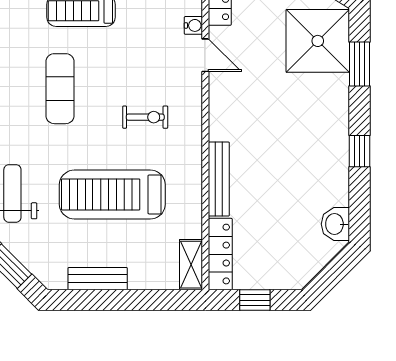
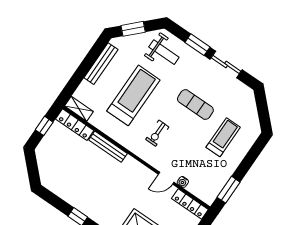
washbasin: (335, 224) -> (53, 184), removed
bench: (98, 279) -> (101, 64), width x1.36

